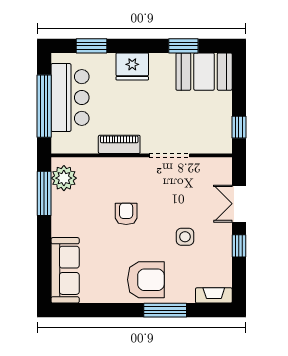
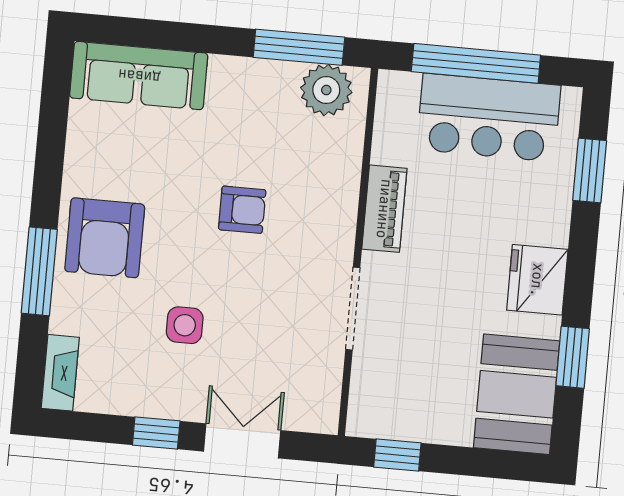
fridge: (132, 66) -> (537, 280), moved

